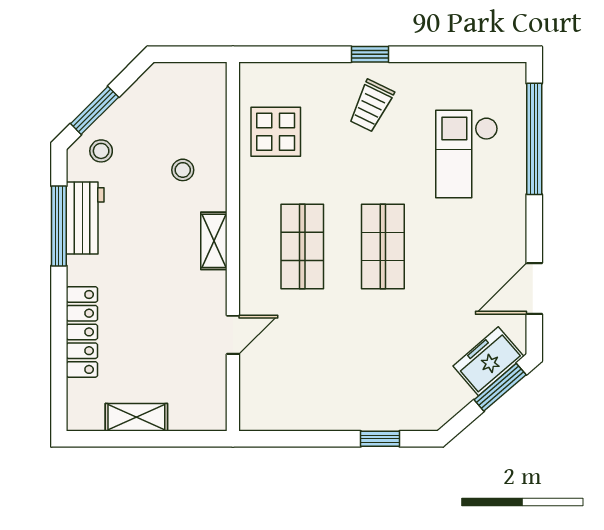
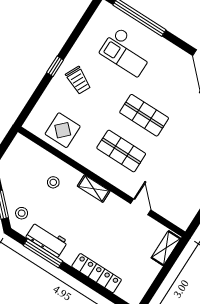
shelving: (136, 417) -> (166, 248), moved

